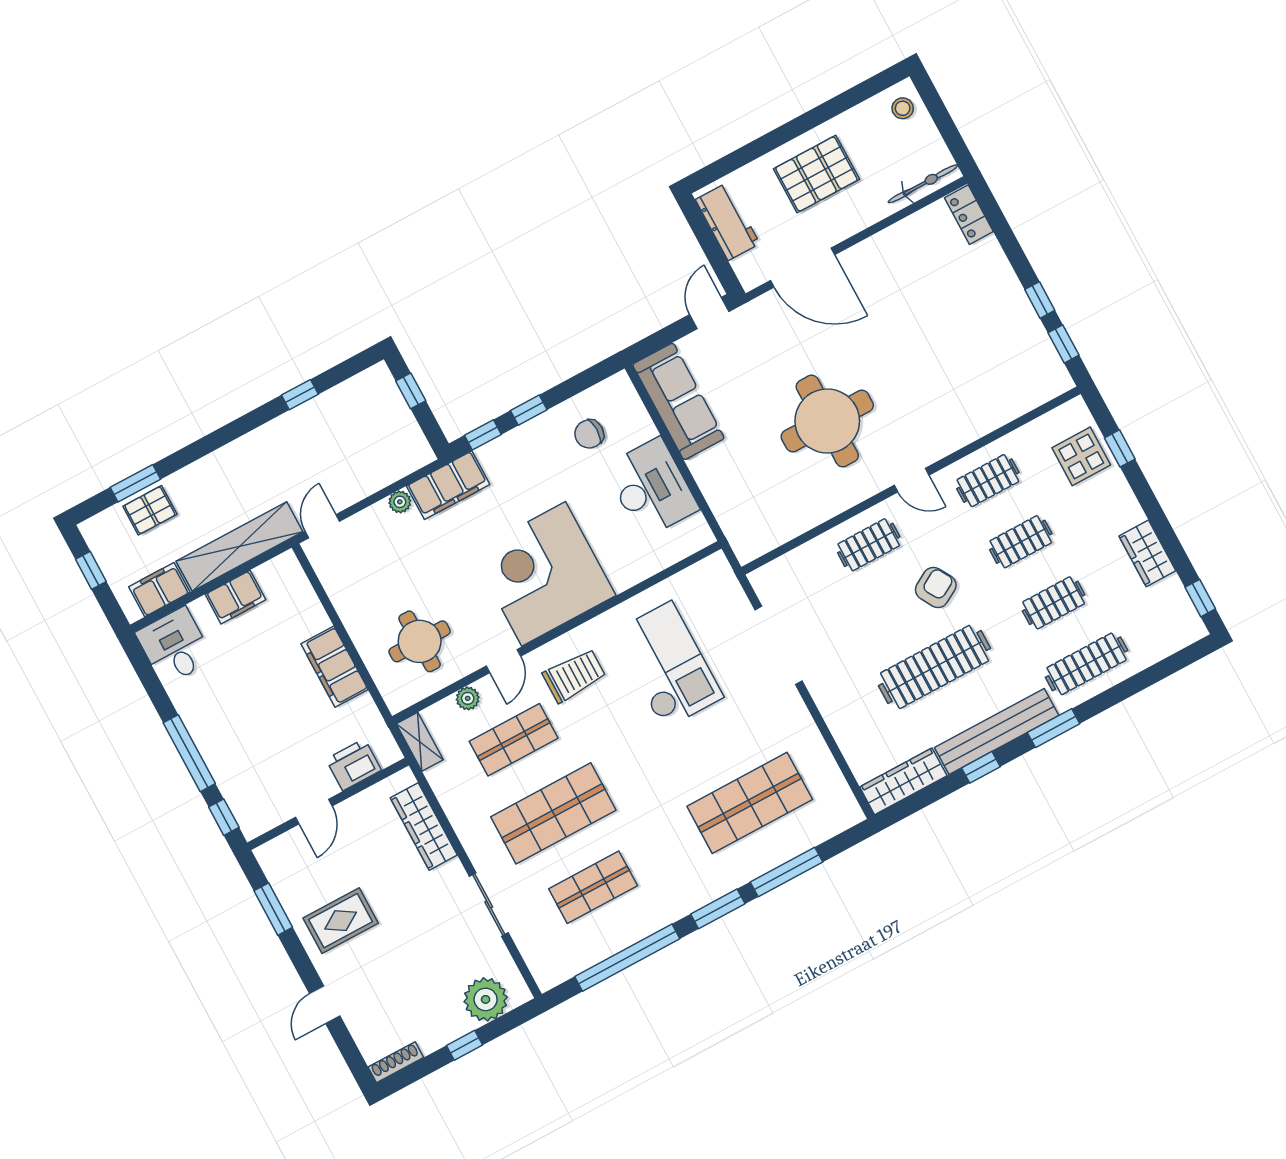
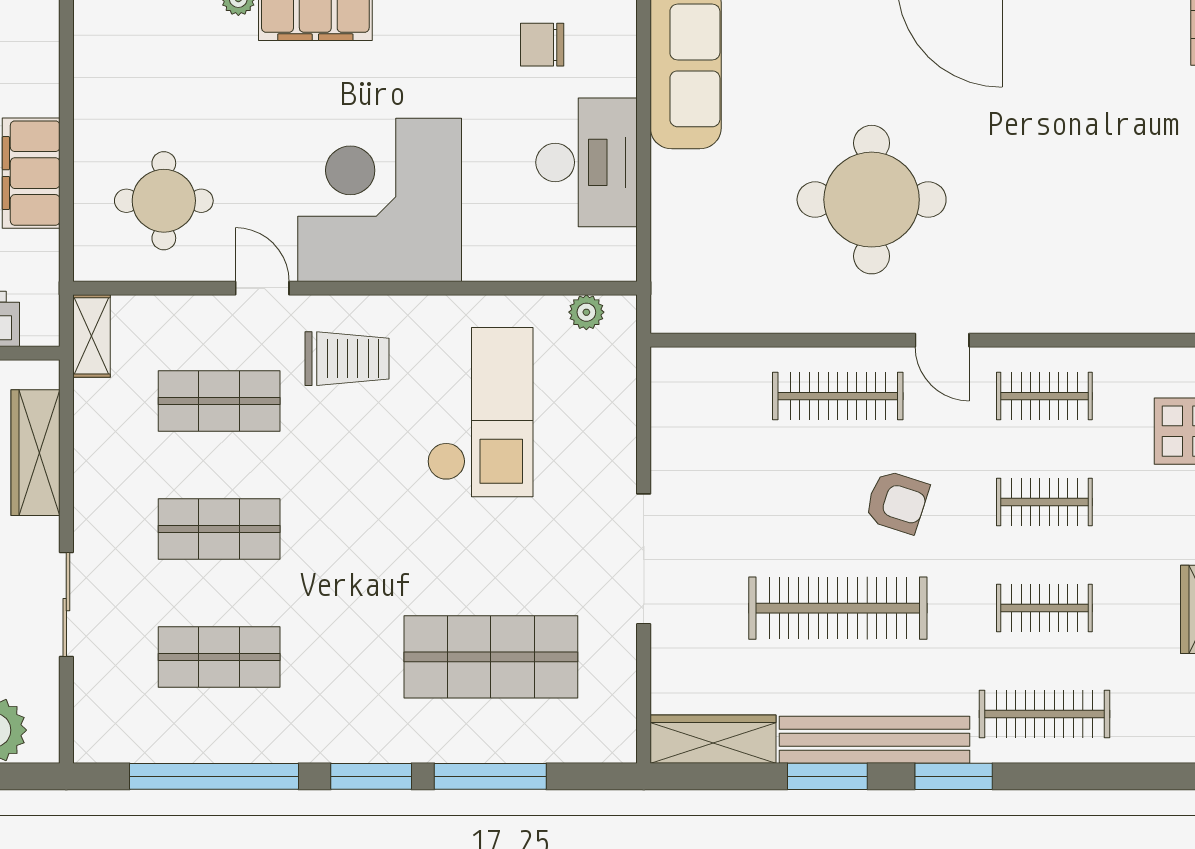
clothes rail: (869, 545) -> (838, 396), width x1.36
armchair: (936, 587) -> (897, 502), turned 48
doorway: (779, 645) -> (644, 559), moved
door: (503, 661) -> (262, 288), swing flipped
plant: (468, 698) -> (586, 312), moved
window: (981, 767) -> (827, 776), width x1.50
shop shelf: (553, 813) -> (219, 529), width x0.70, depth x0.74

